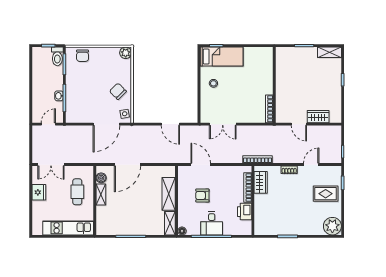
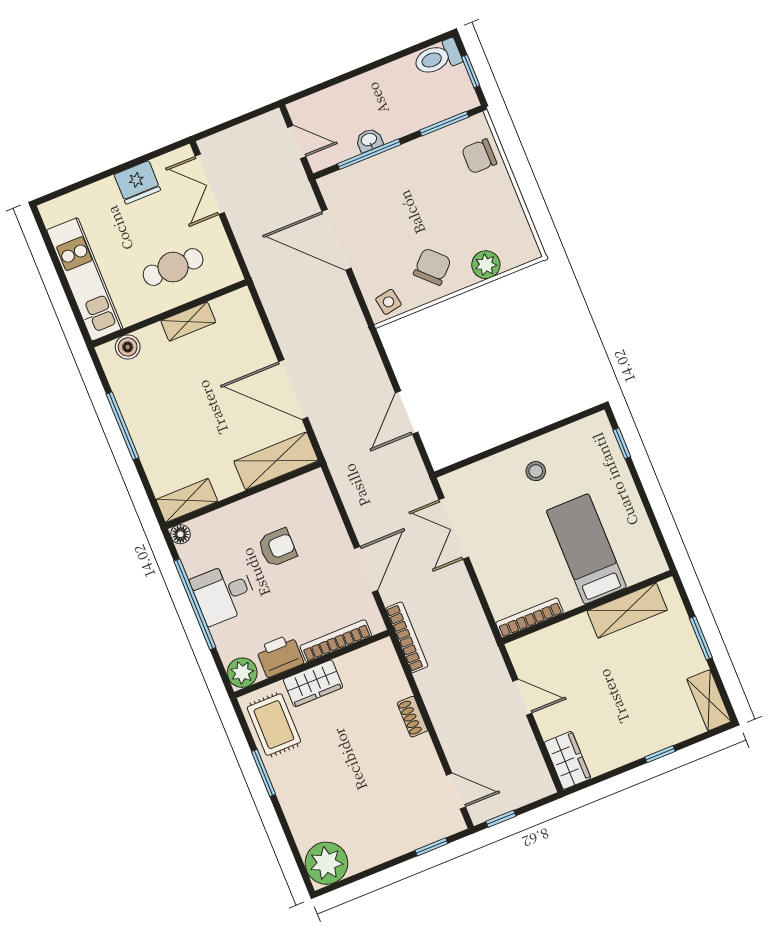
plant: (126, 53) -> (486, 265), moved
toilet: (57, 56) -> (437, 58), moved
bed: (222, 57) -> (586, 549), moved, turned 180
shelving: (282, 70) -> (627, 611), added
wardrobe: (318, 117) -> (567, 760), moved
door: (106, 124) -> (336, 240), moved
door: (299, 124) -> (522, 697), swing flipped
door: (128, 165) -> (293, 390), moved
door: (201, 165) -> (366, 569), moved
door: (311, 165) -> (456, 791), moved
boiler: (101, 178) -> (128, 347), moved
wardrobe: (261, 182) -> (313, 683), moved
shelving: (169, 194) -> (276, 461), moved
rug: (326, 194) -> (274, 725), moved
armchair: (202, 195) -> (277, 548), turned 90
plant: (245, 229) -> (242, 673), added

